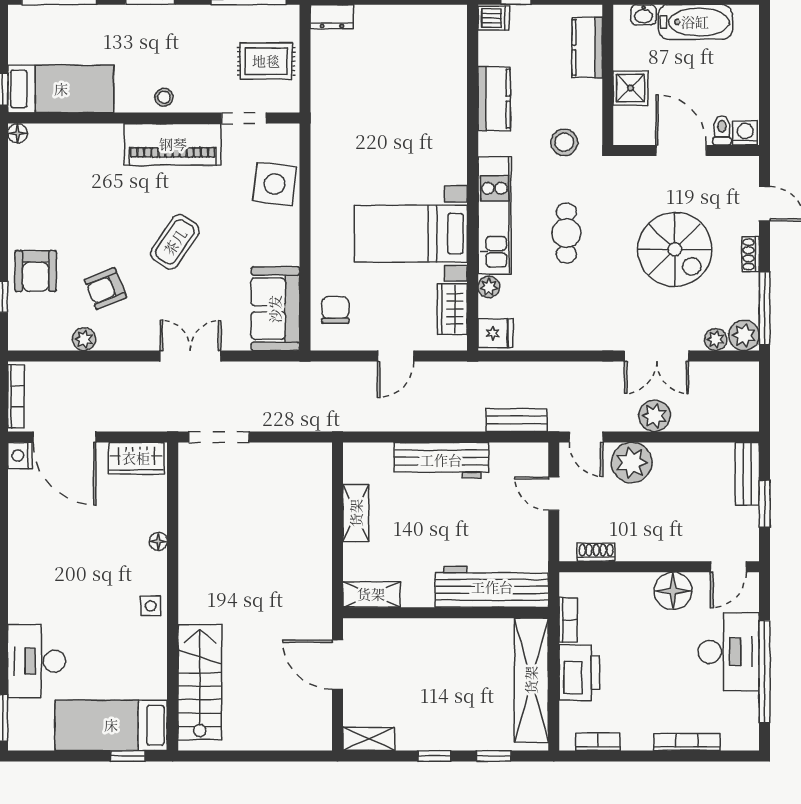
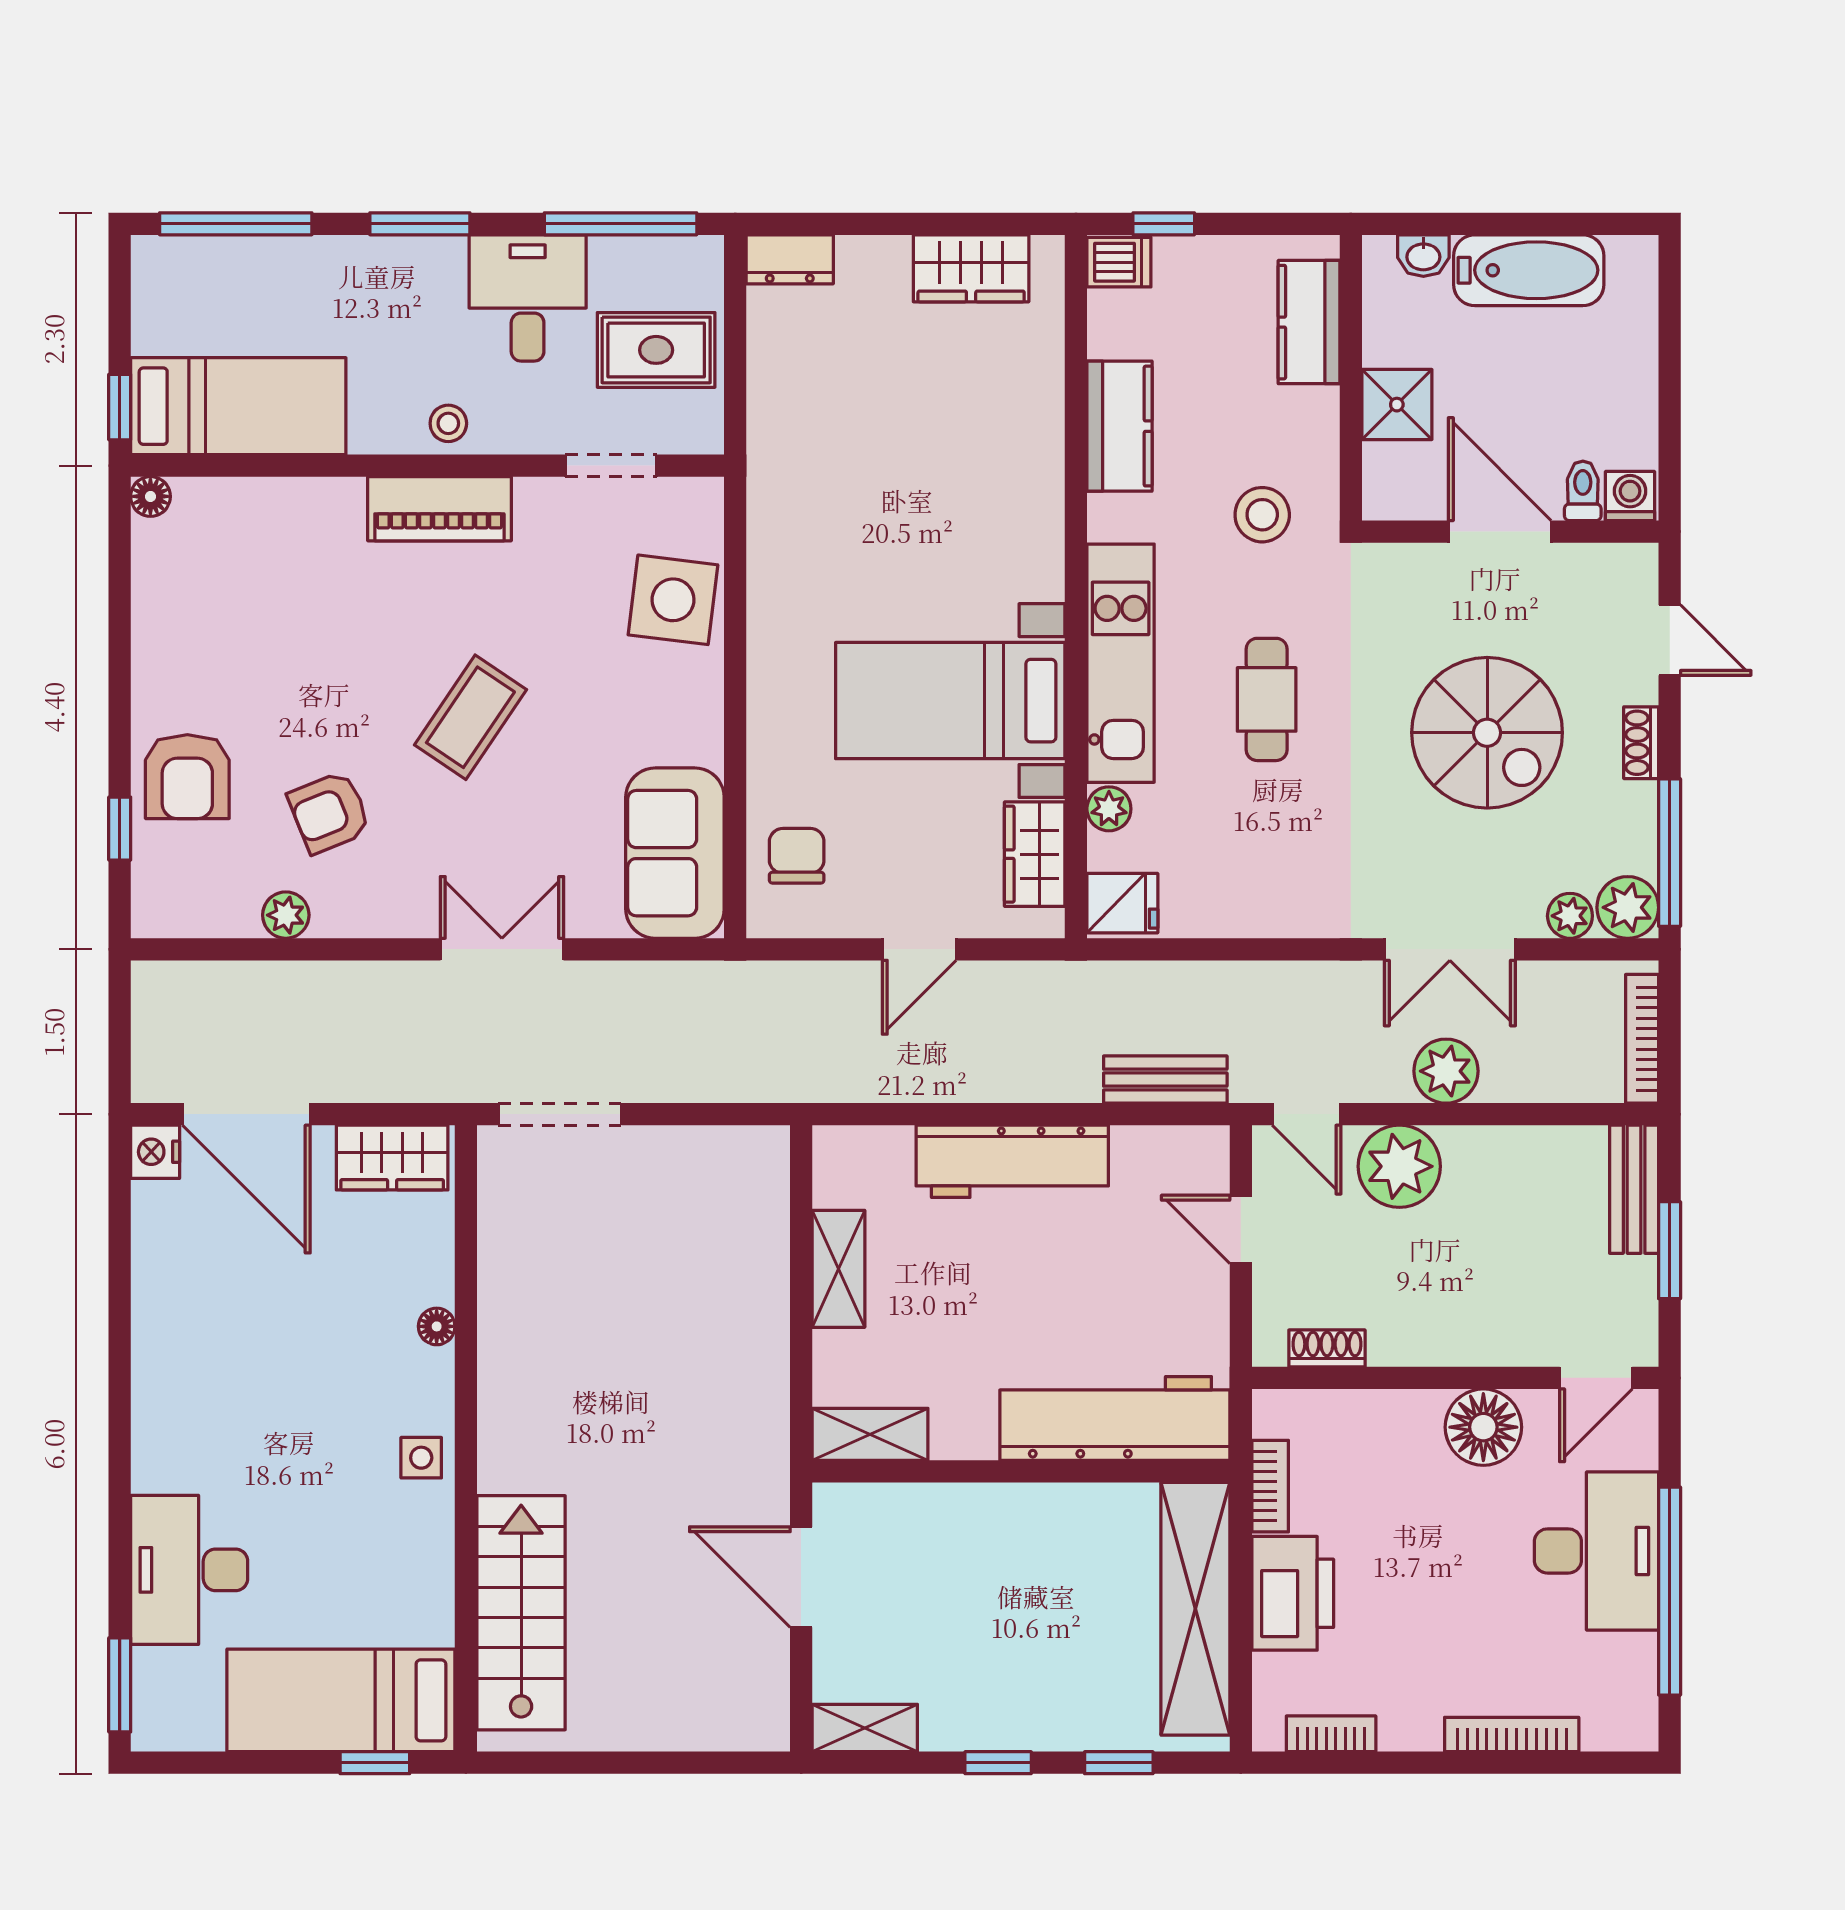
wardrobe: (421, 21) -> (971, 268), added
desk: (203, 36) -> (528, 298), added
piano: (173, 144) -> (439, 509), width x0.73, depth x0.75
bookcase: (16, 396) -> (1642, 1039), moved, turned 180

